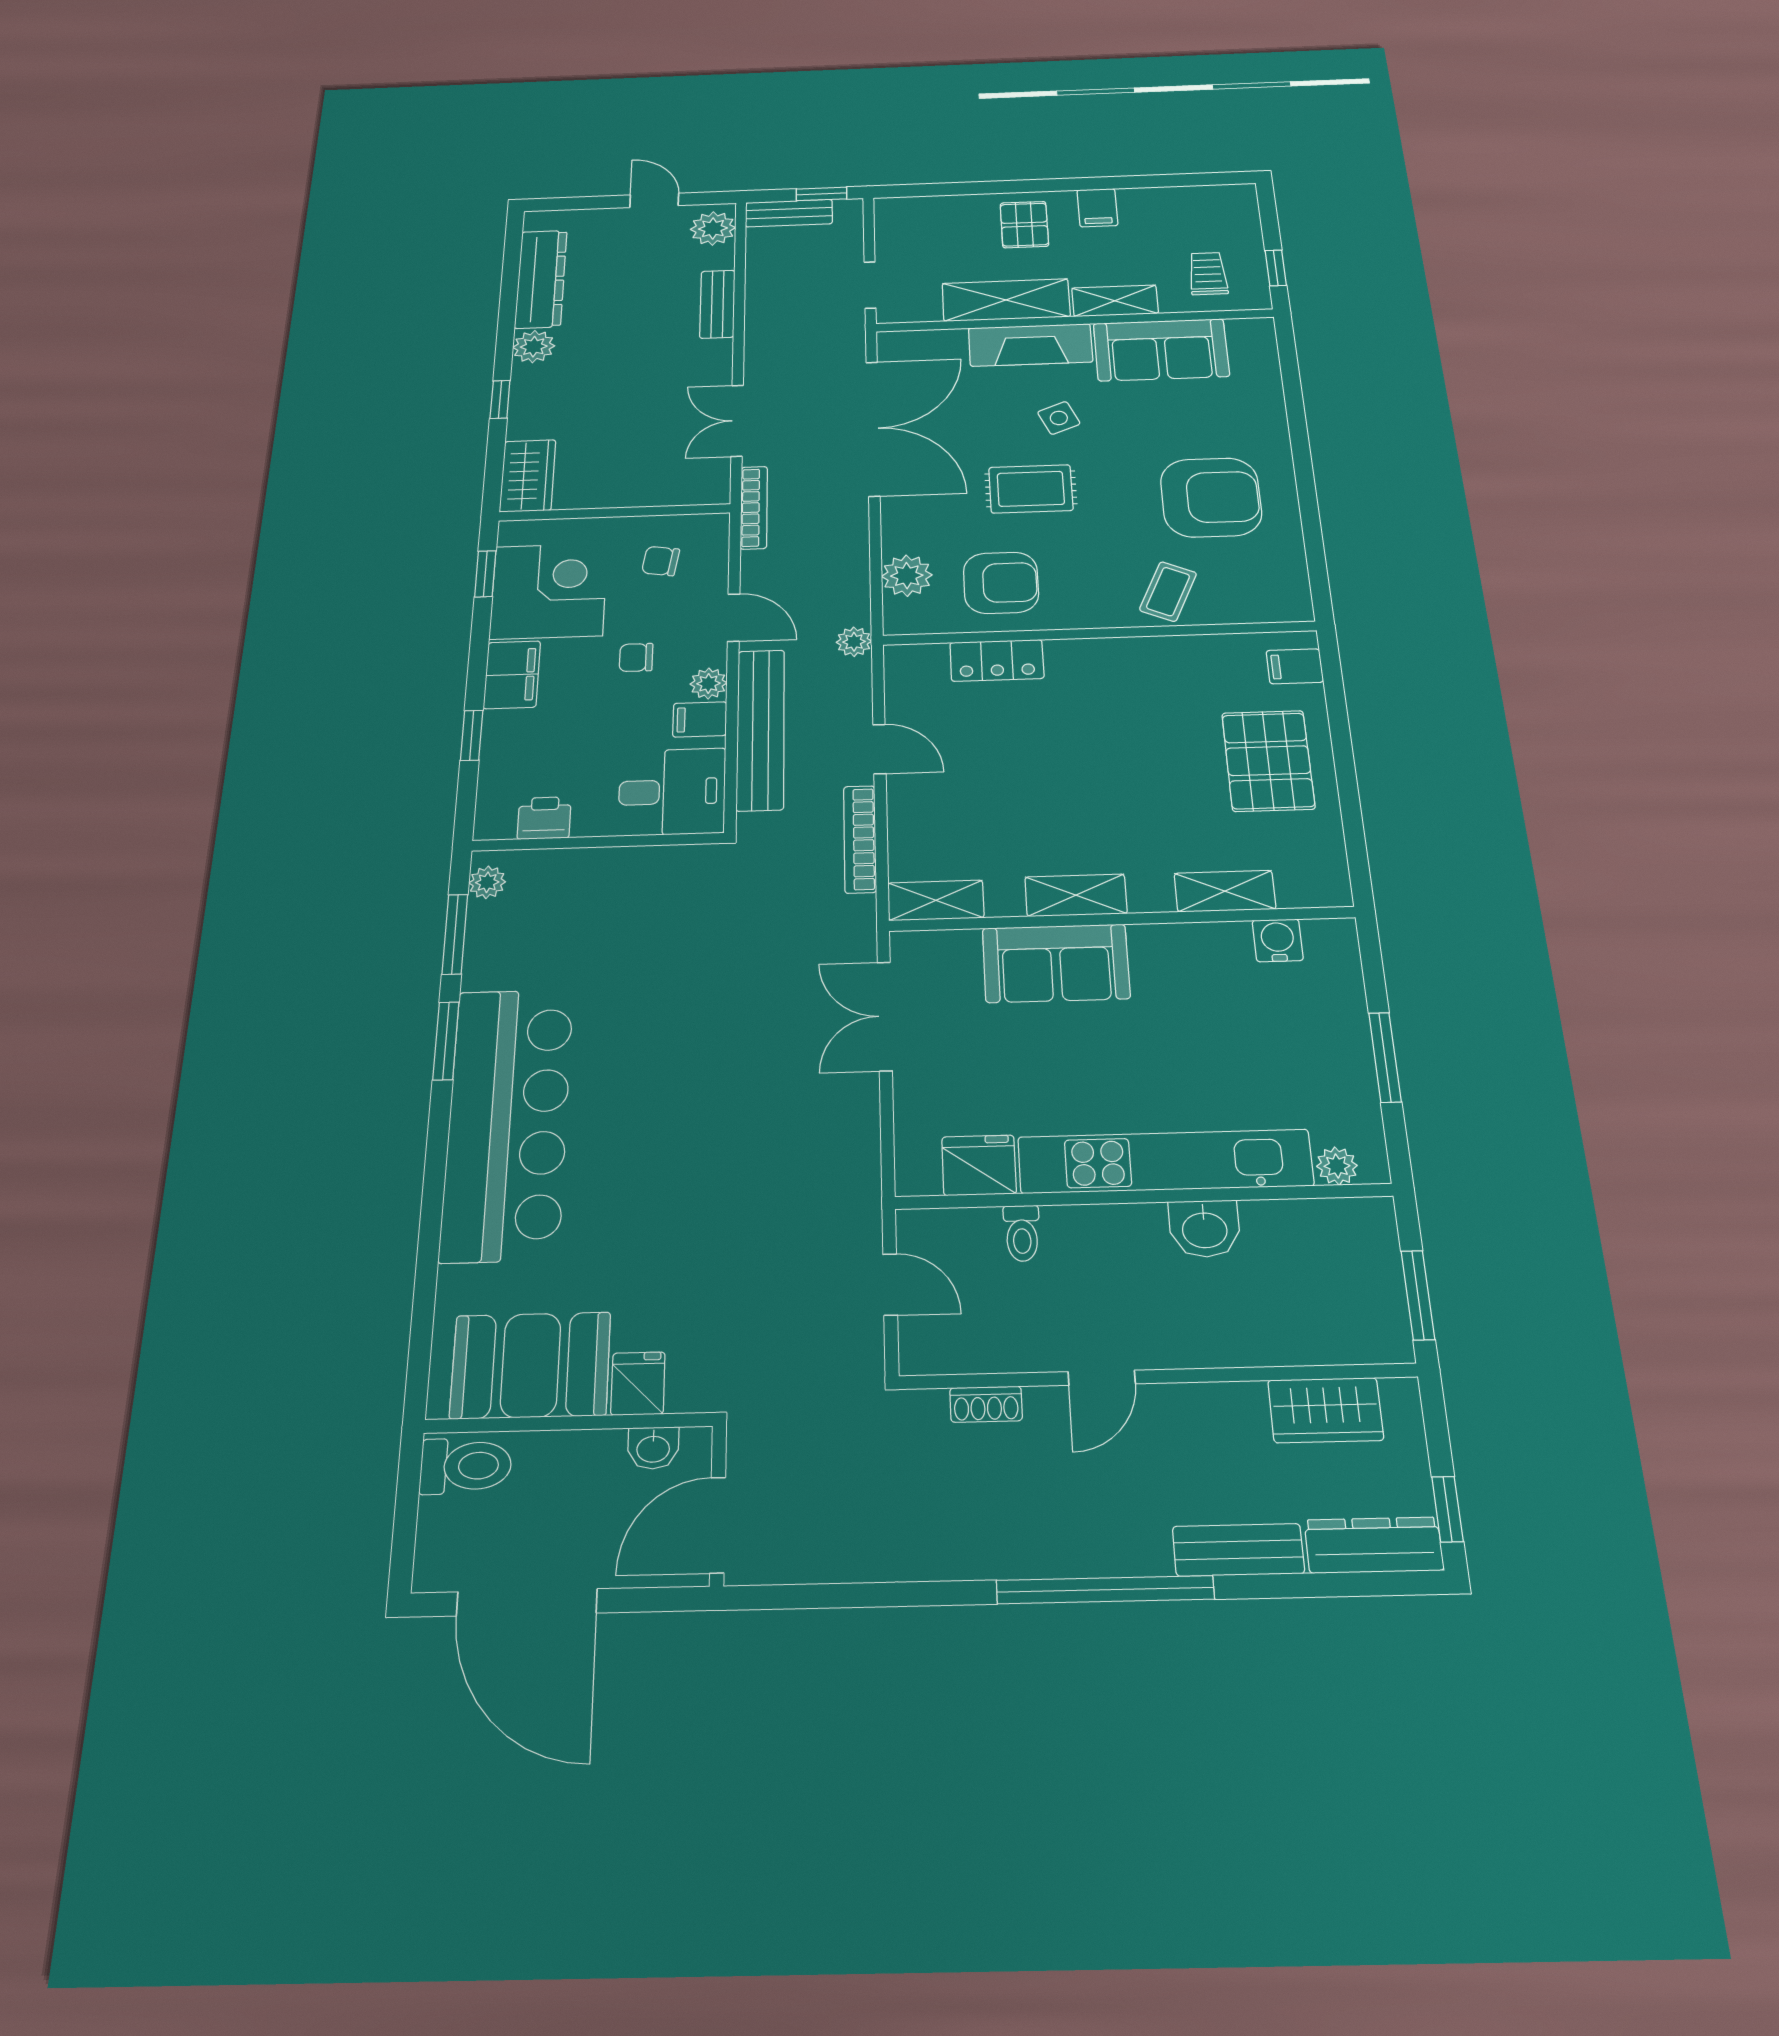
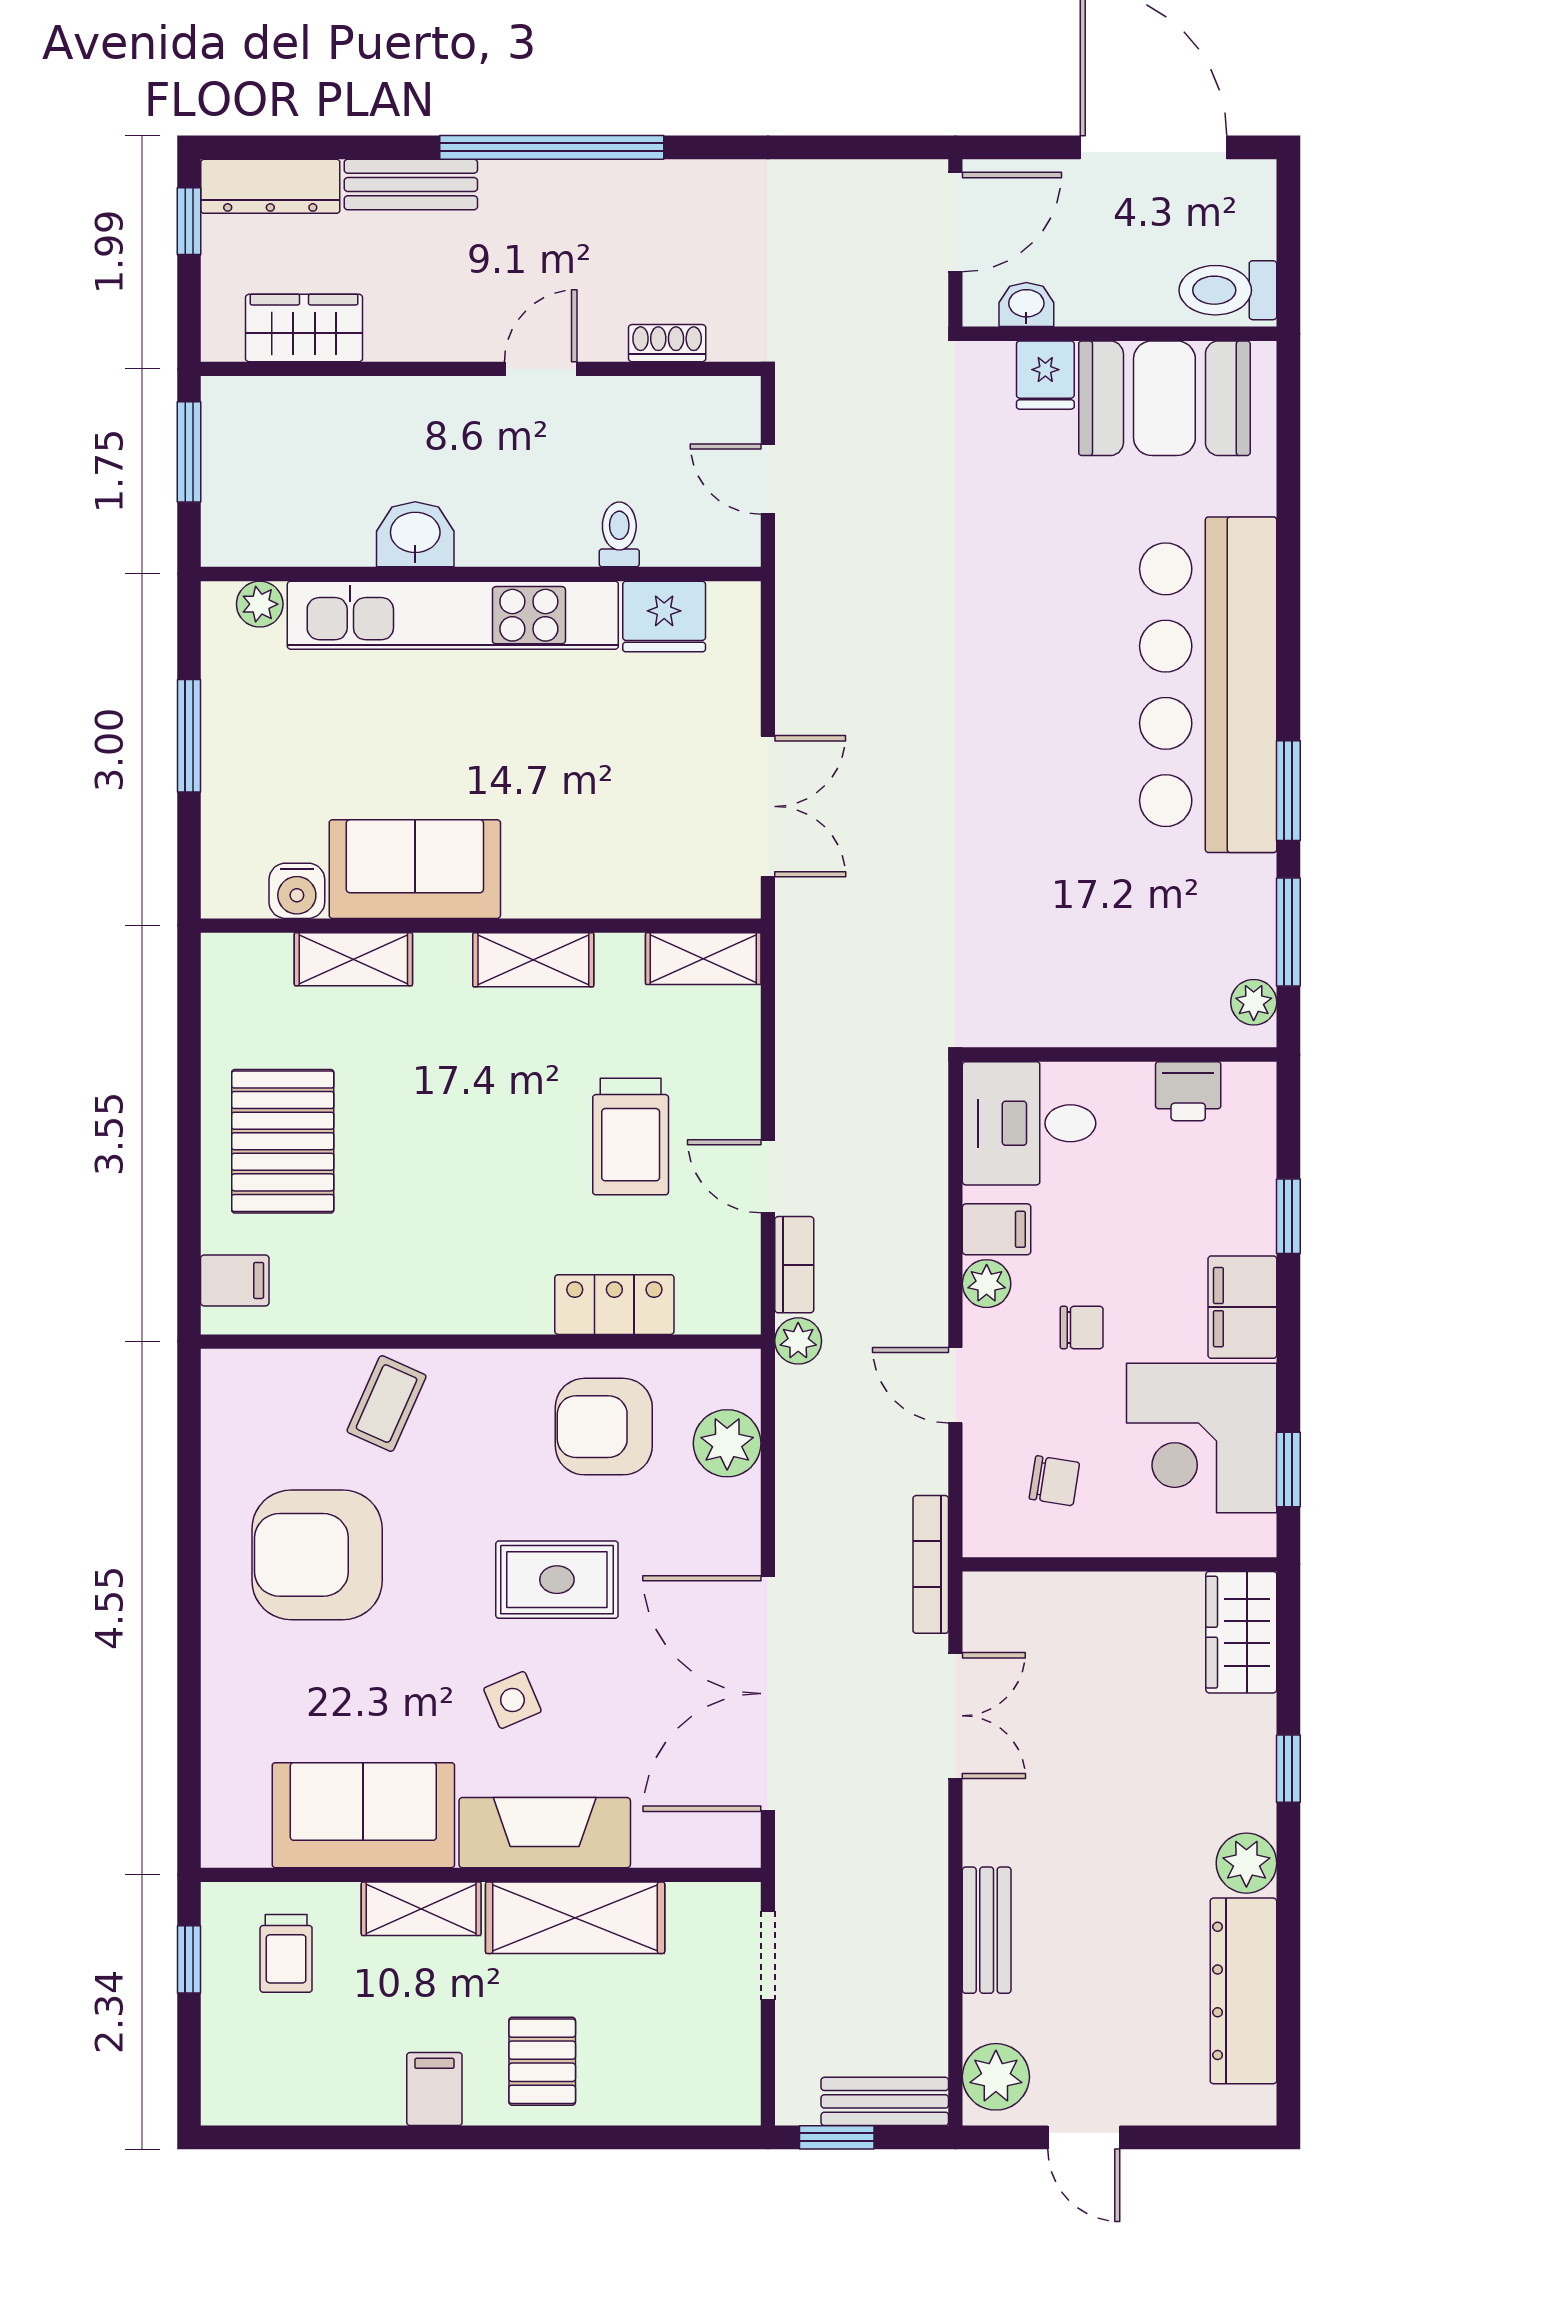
bench: (761, 729) -> (919, 1211), removed
trolley: (990, 773) -> (631, 1136), added
bookcase: (860, 839) -> (794, 1265), moved, width x0.64
sofa: (1056, 963) -> (415, 869), moved

